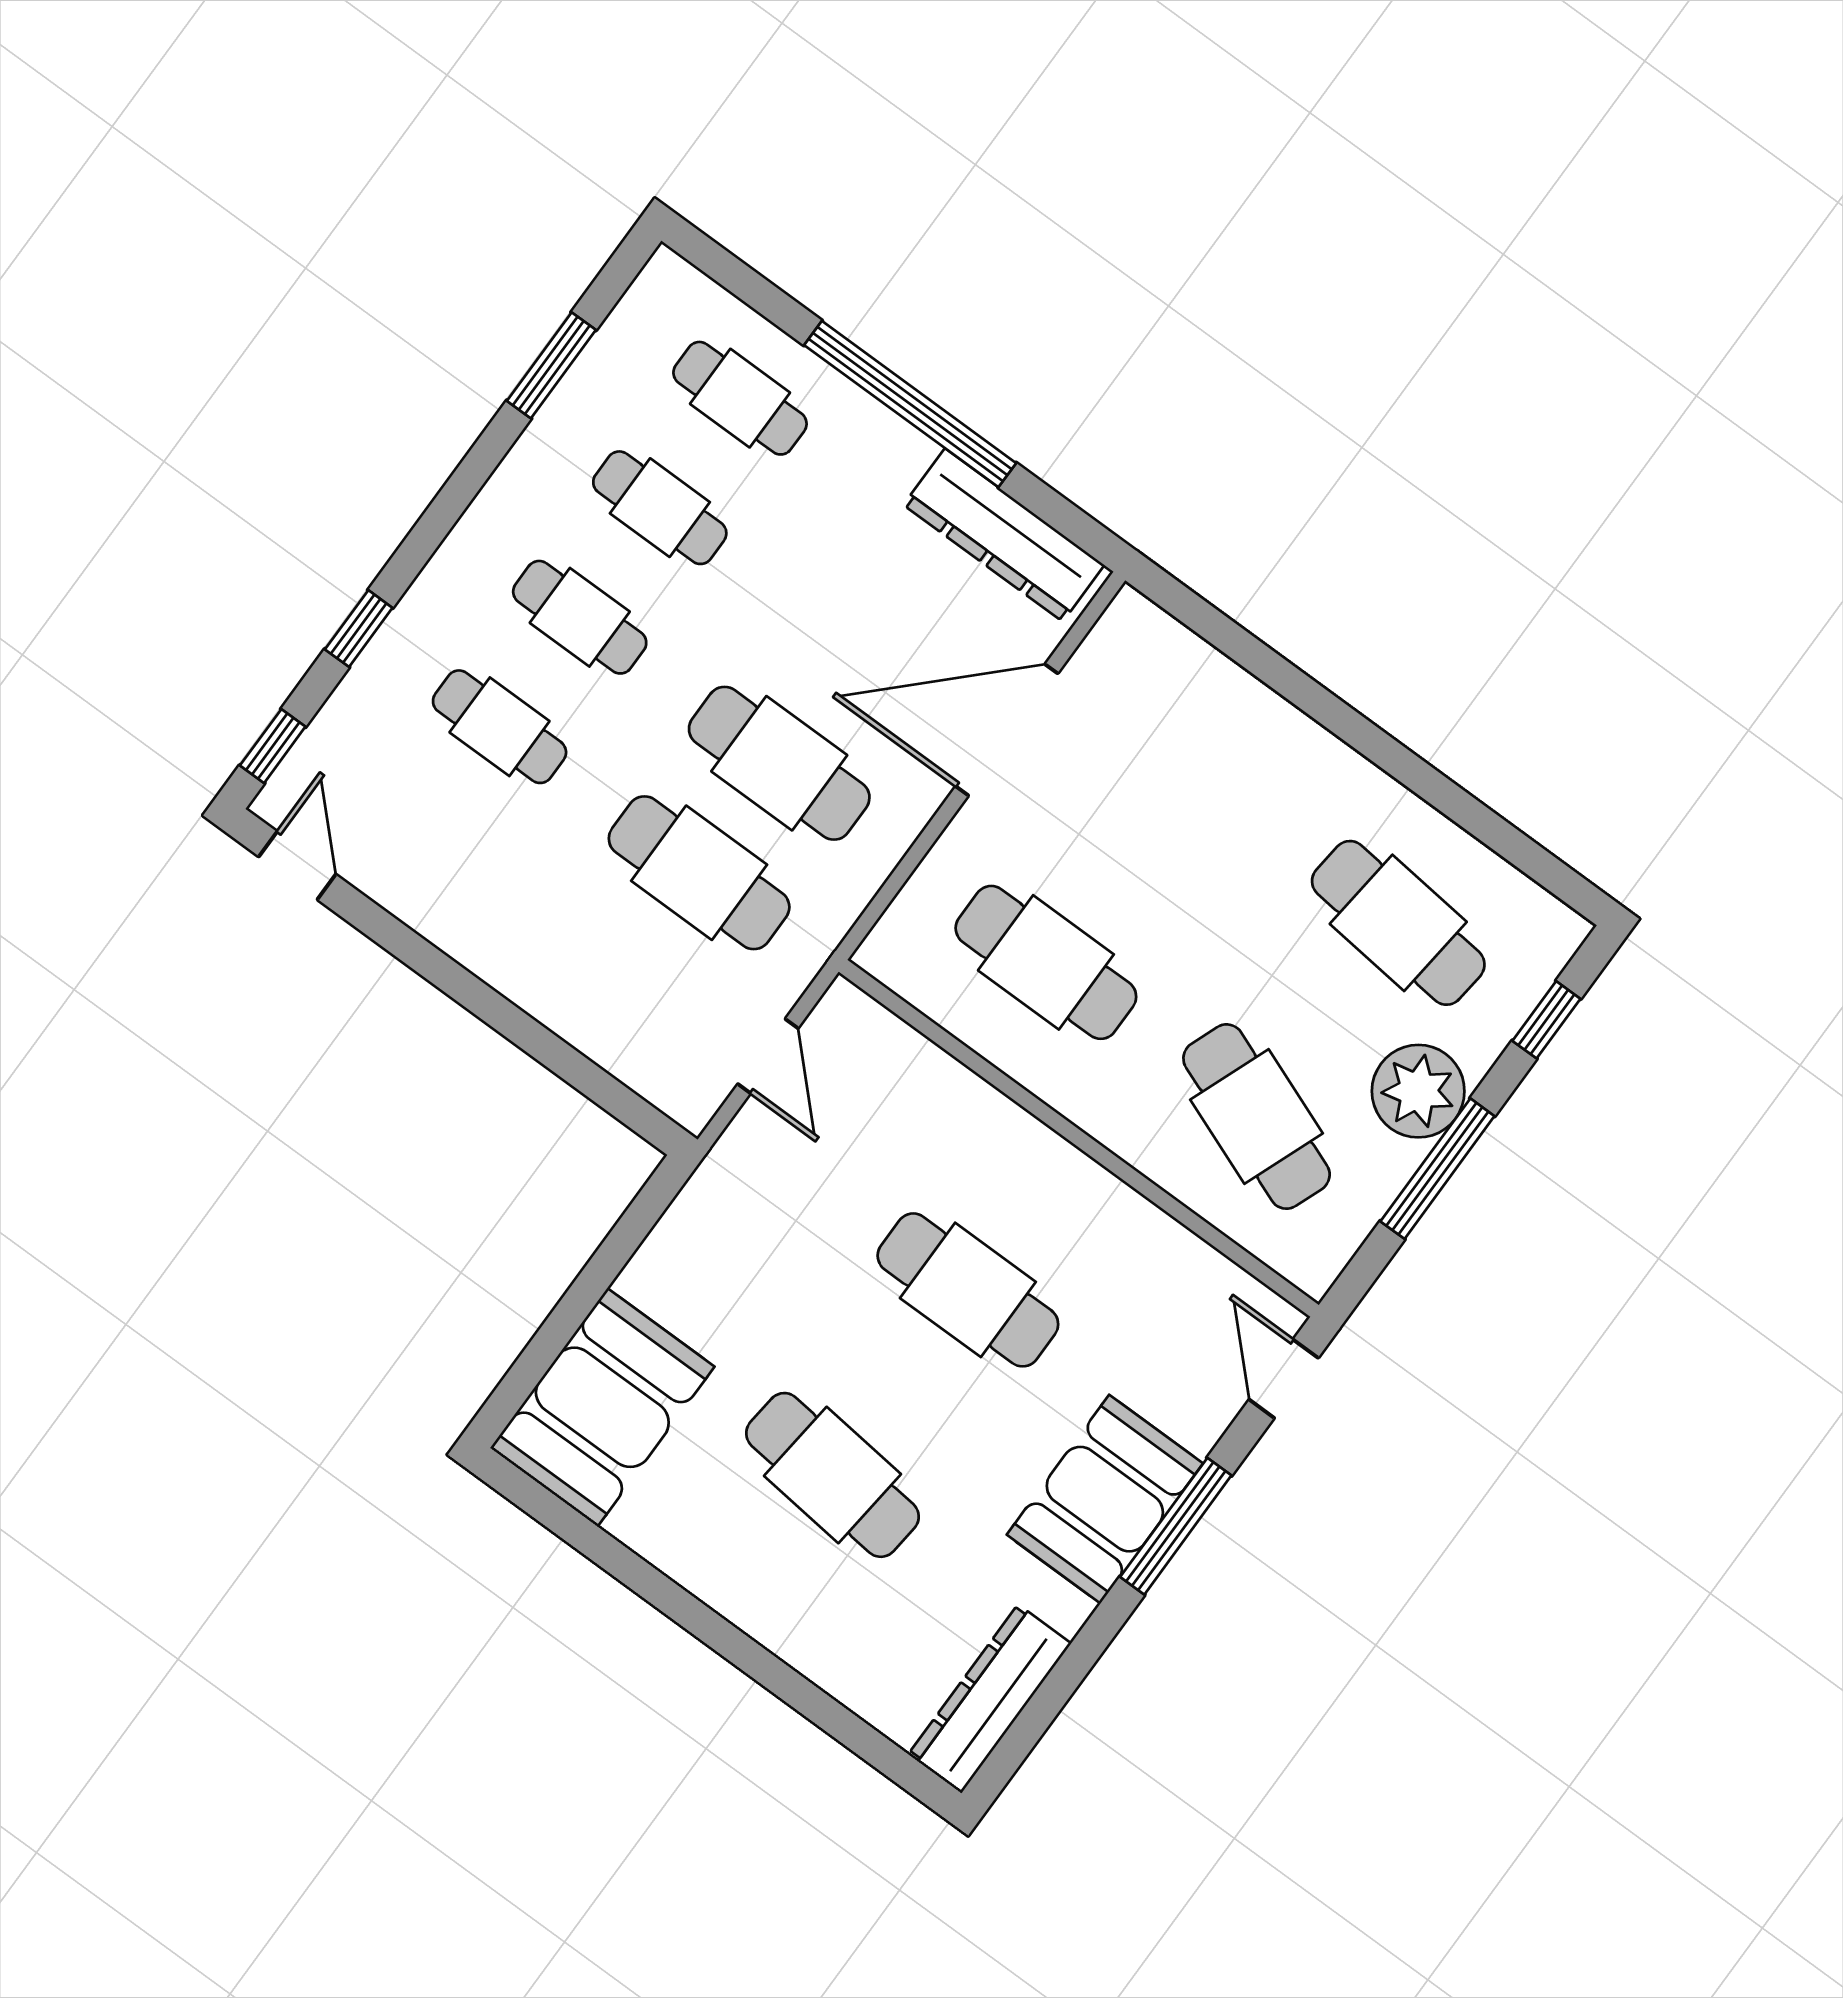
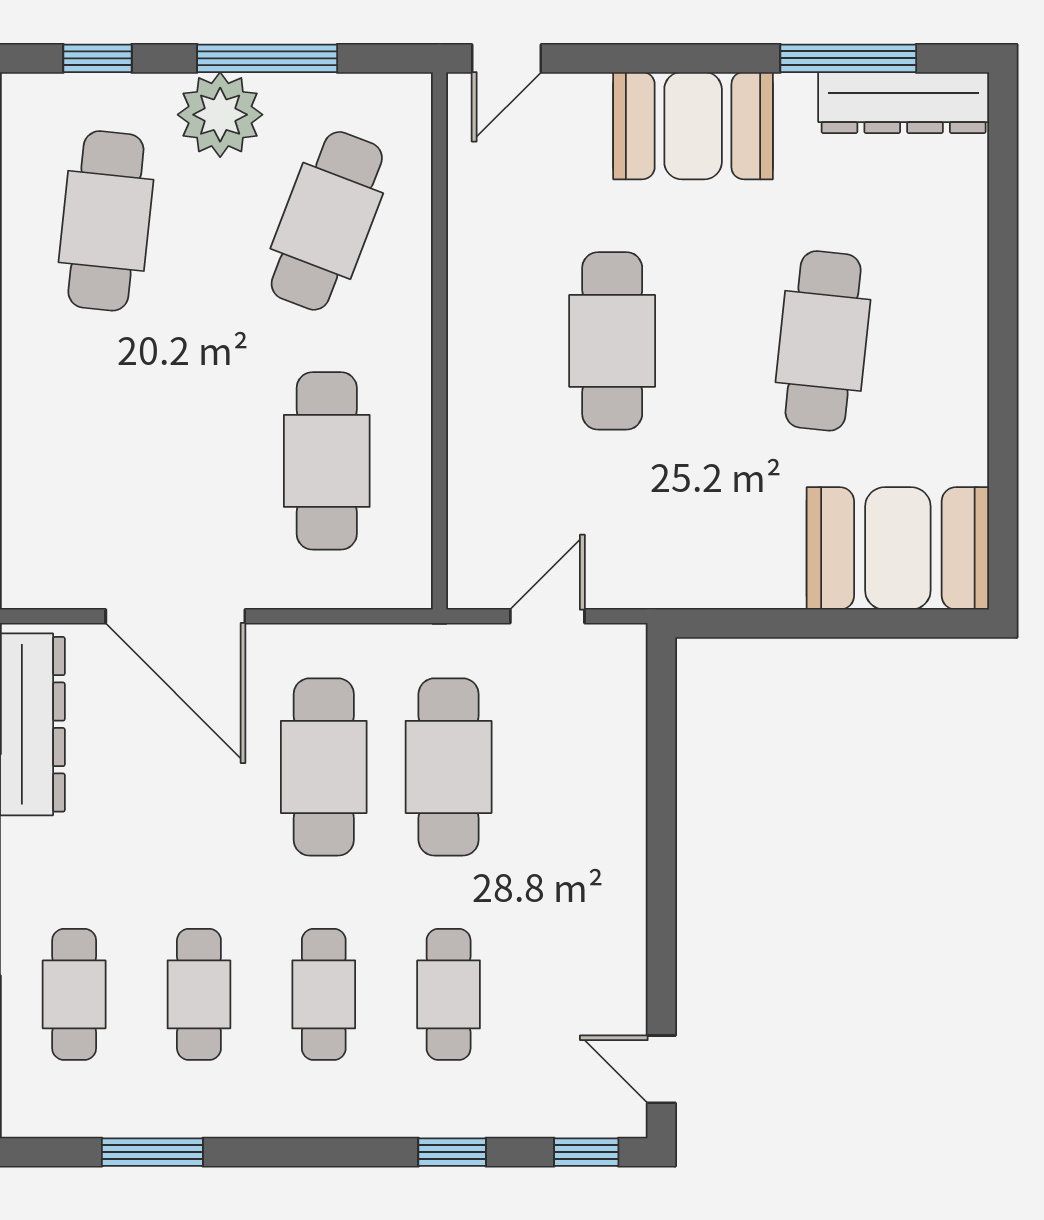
door: (297, 865) -> (661, 1069), hinge flipped
window: (1176, 1526) -> (848, 58), moved

